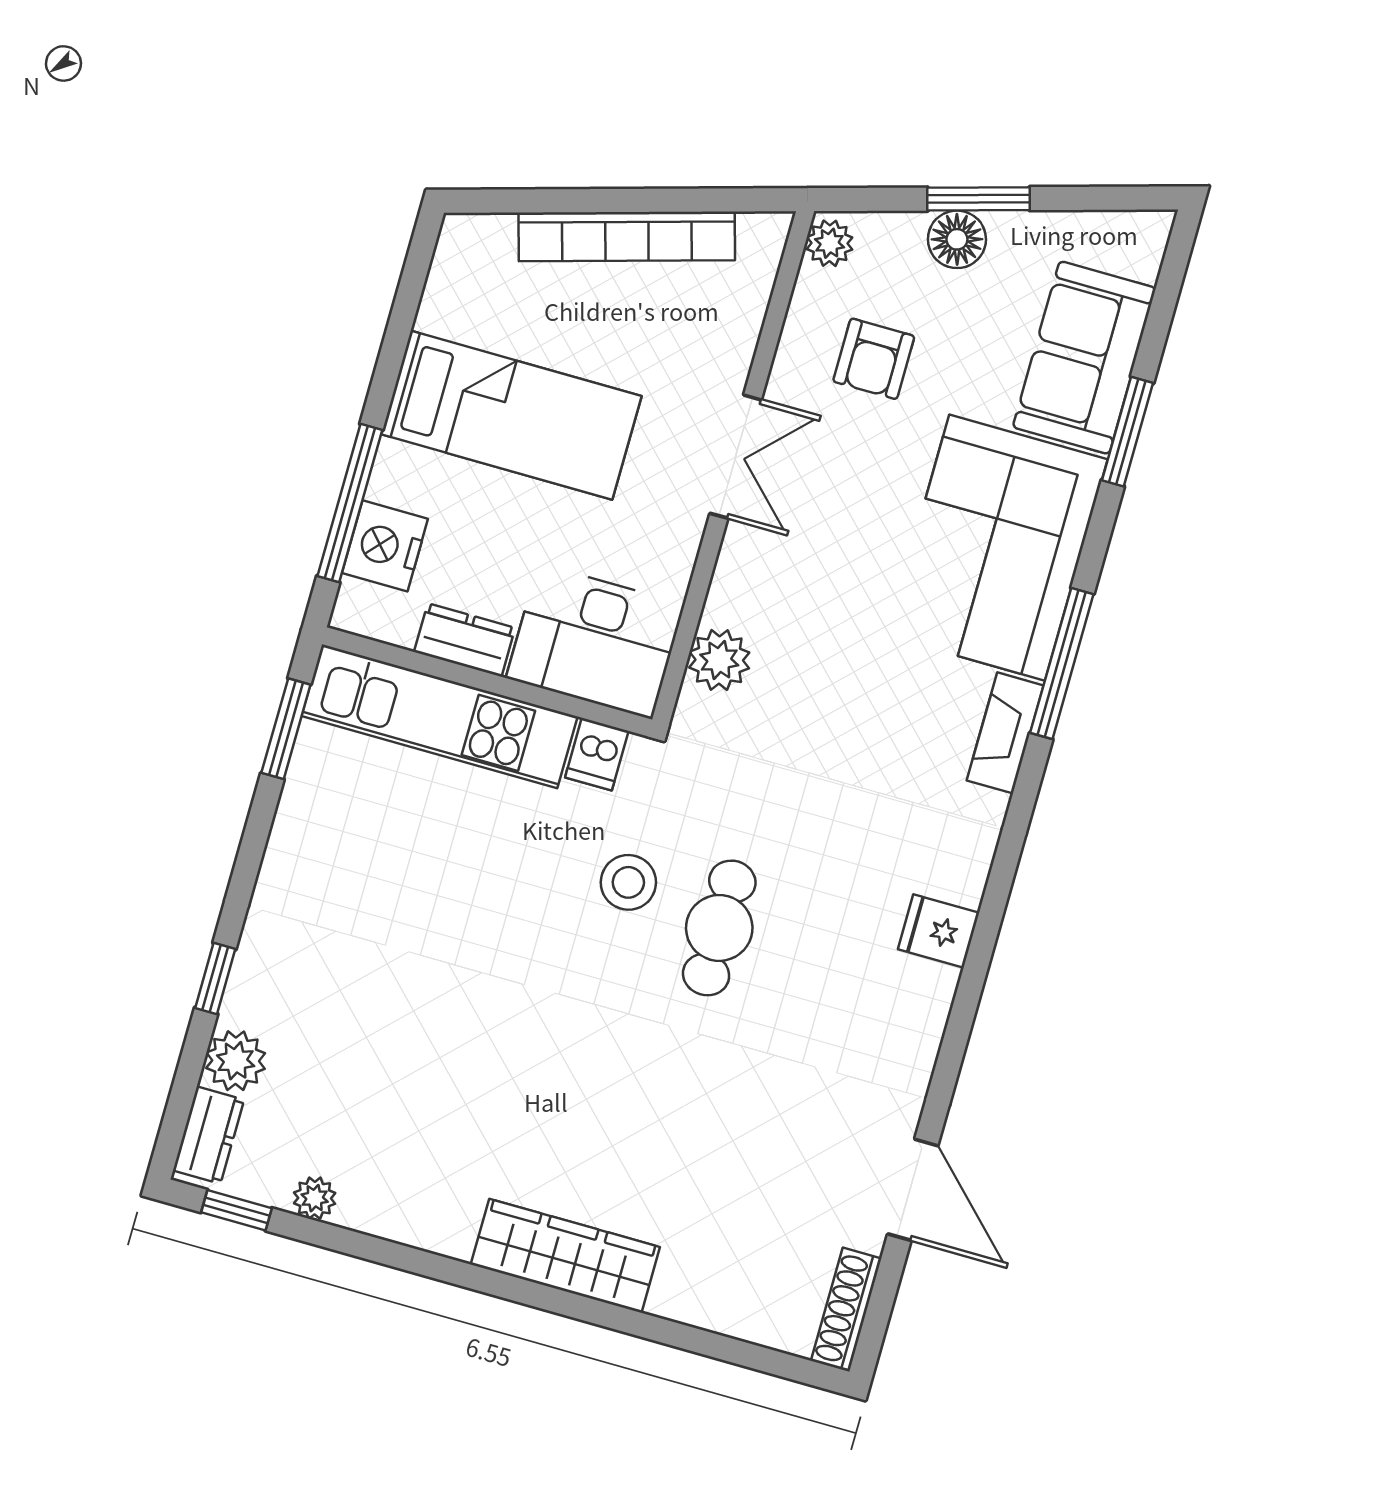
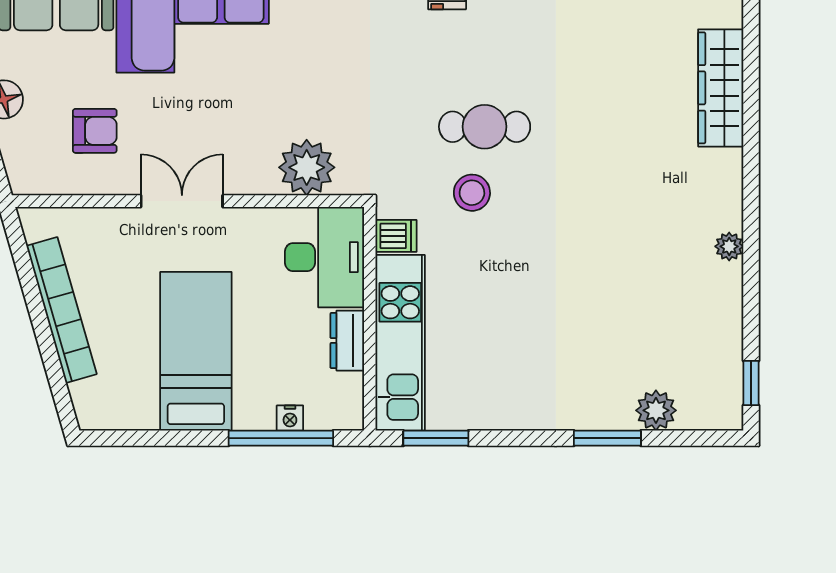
plant: (830, 243) -> (29, 180), removed
nightstand: (385, 546) -> (290, 418), width x0.53, depth x0.56
plant: (719, 660) -> (307, 167), width x1.36, depth x1.36
window: (215, 978) -> (607, 438), width x1.50
dresser: (209, 1135) -> (708, 414), removed
plant: (315, 1198) -> (729, 246), moved
wardrobe: (565, 1256) -> (721, 88), moved

